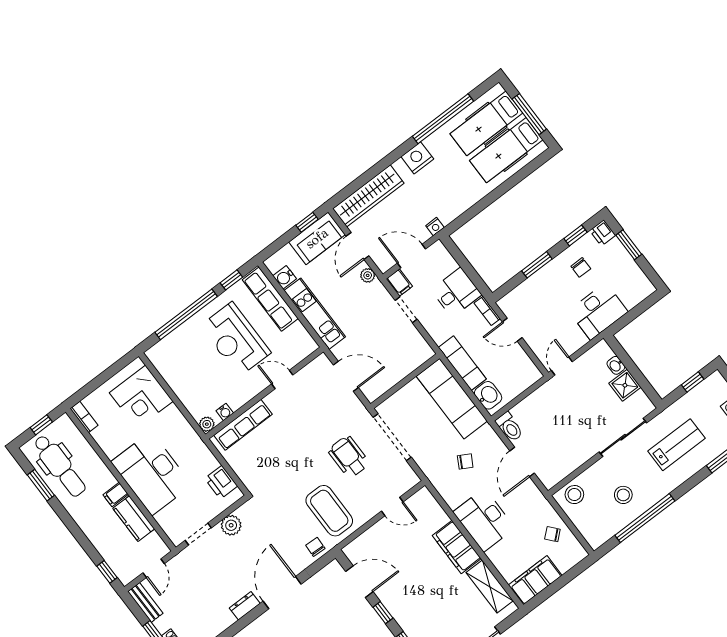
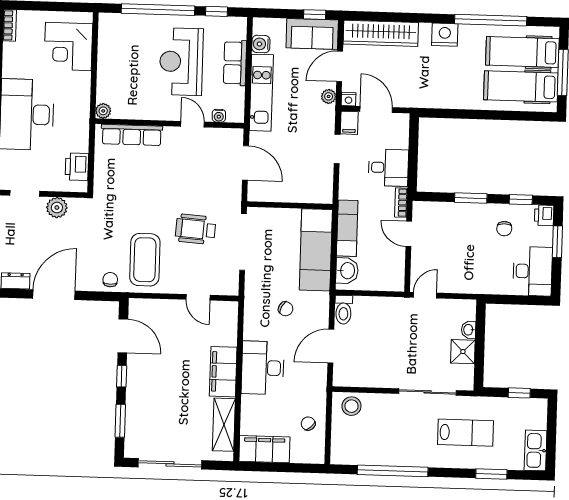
nightstand: (435, 227) -> (349, 99), moved
row of seats: (270, 299) -> (235, 63), width x0.68
desk: (598, 311) -> (533, 271), moved, turned -90
water cooler: (225, 412) -> (219, 116), moved
wheelchair: (349, 457) -> (195, 229), turned -86
stool: (623, 495) -> (390, 438), removed

